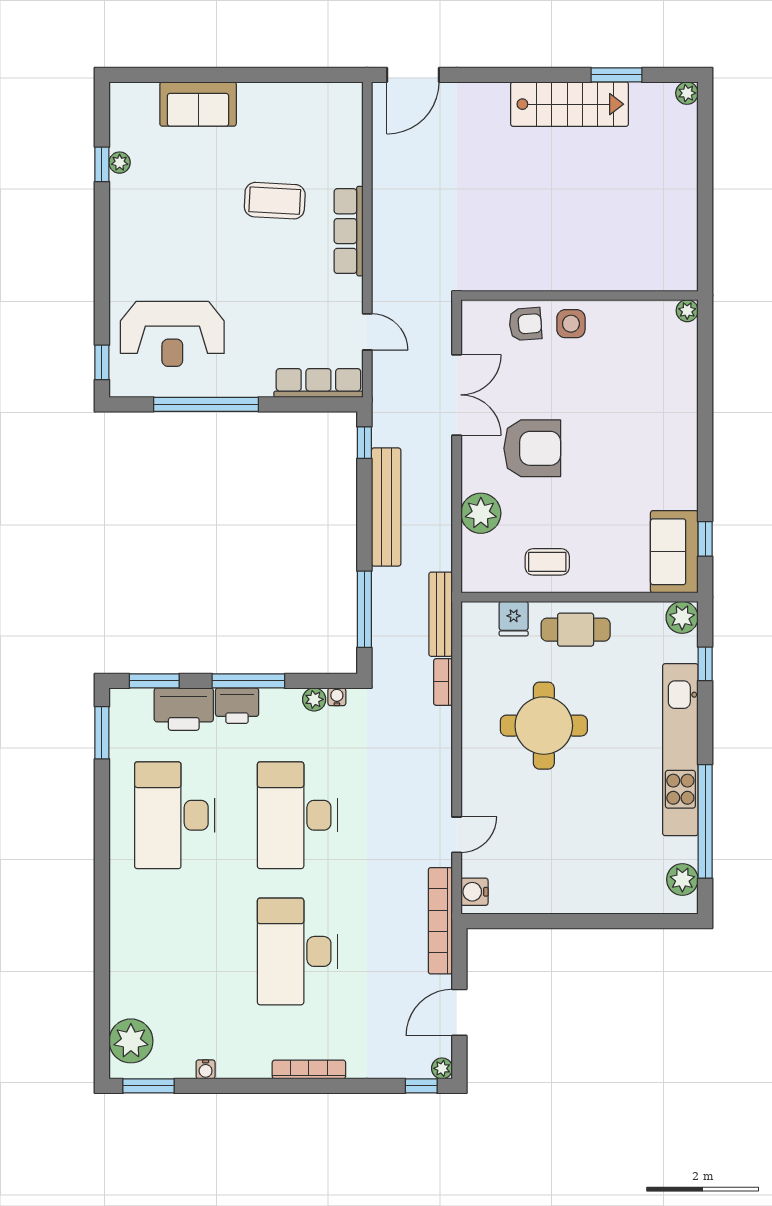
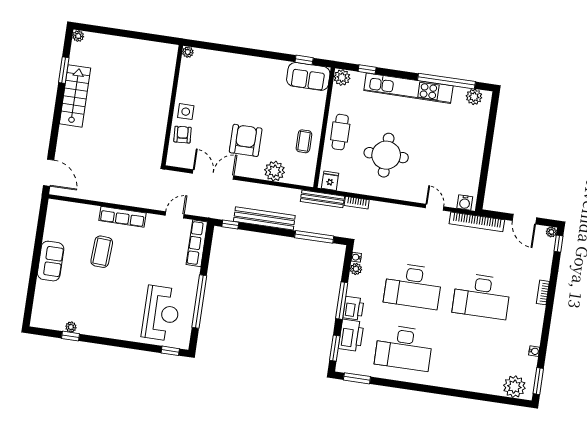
sofa: (198, 104) -> (51, 261), moved
fridge: (514, 619) -> (330, 181), moved, turned -90
bookcase: (309, 1069) -> (543, 292), width x0.64

